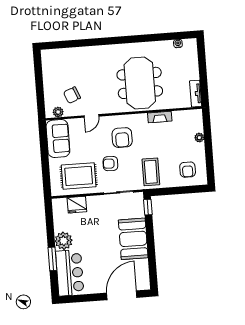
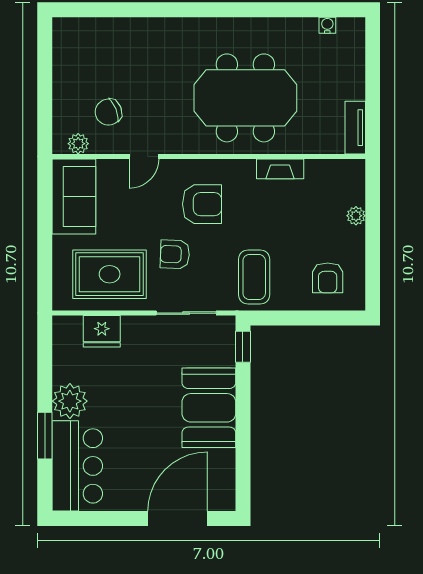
meeting table: (140, 83) -> (245, 98), turned 90
armchair: (122, 138) -> (202, 204), turned -90

